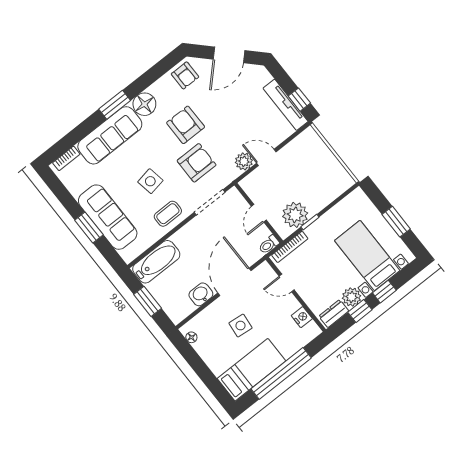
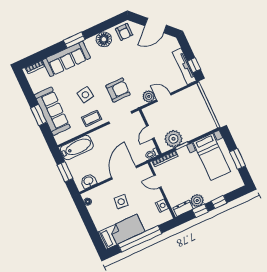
floor lamp: (144, 104) -> (104, 39), moved
armchair: (186, 125) -> (117, 64), removed
bed with nightstands: (367, 255) -> (212, 157), moved, turned 180
washbasin: (201, 294) -> (89, 181), moved

